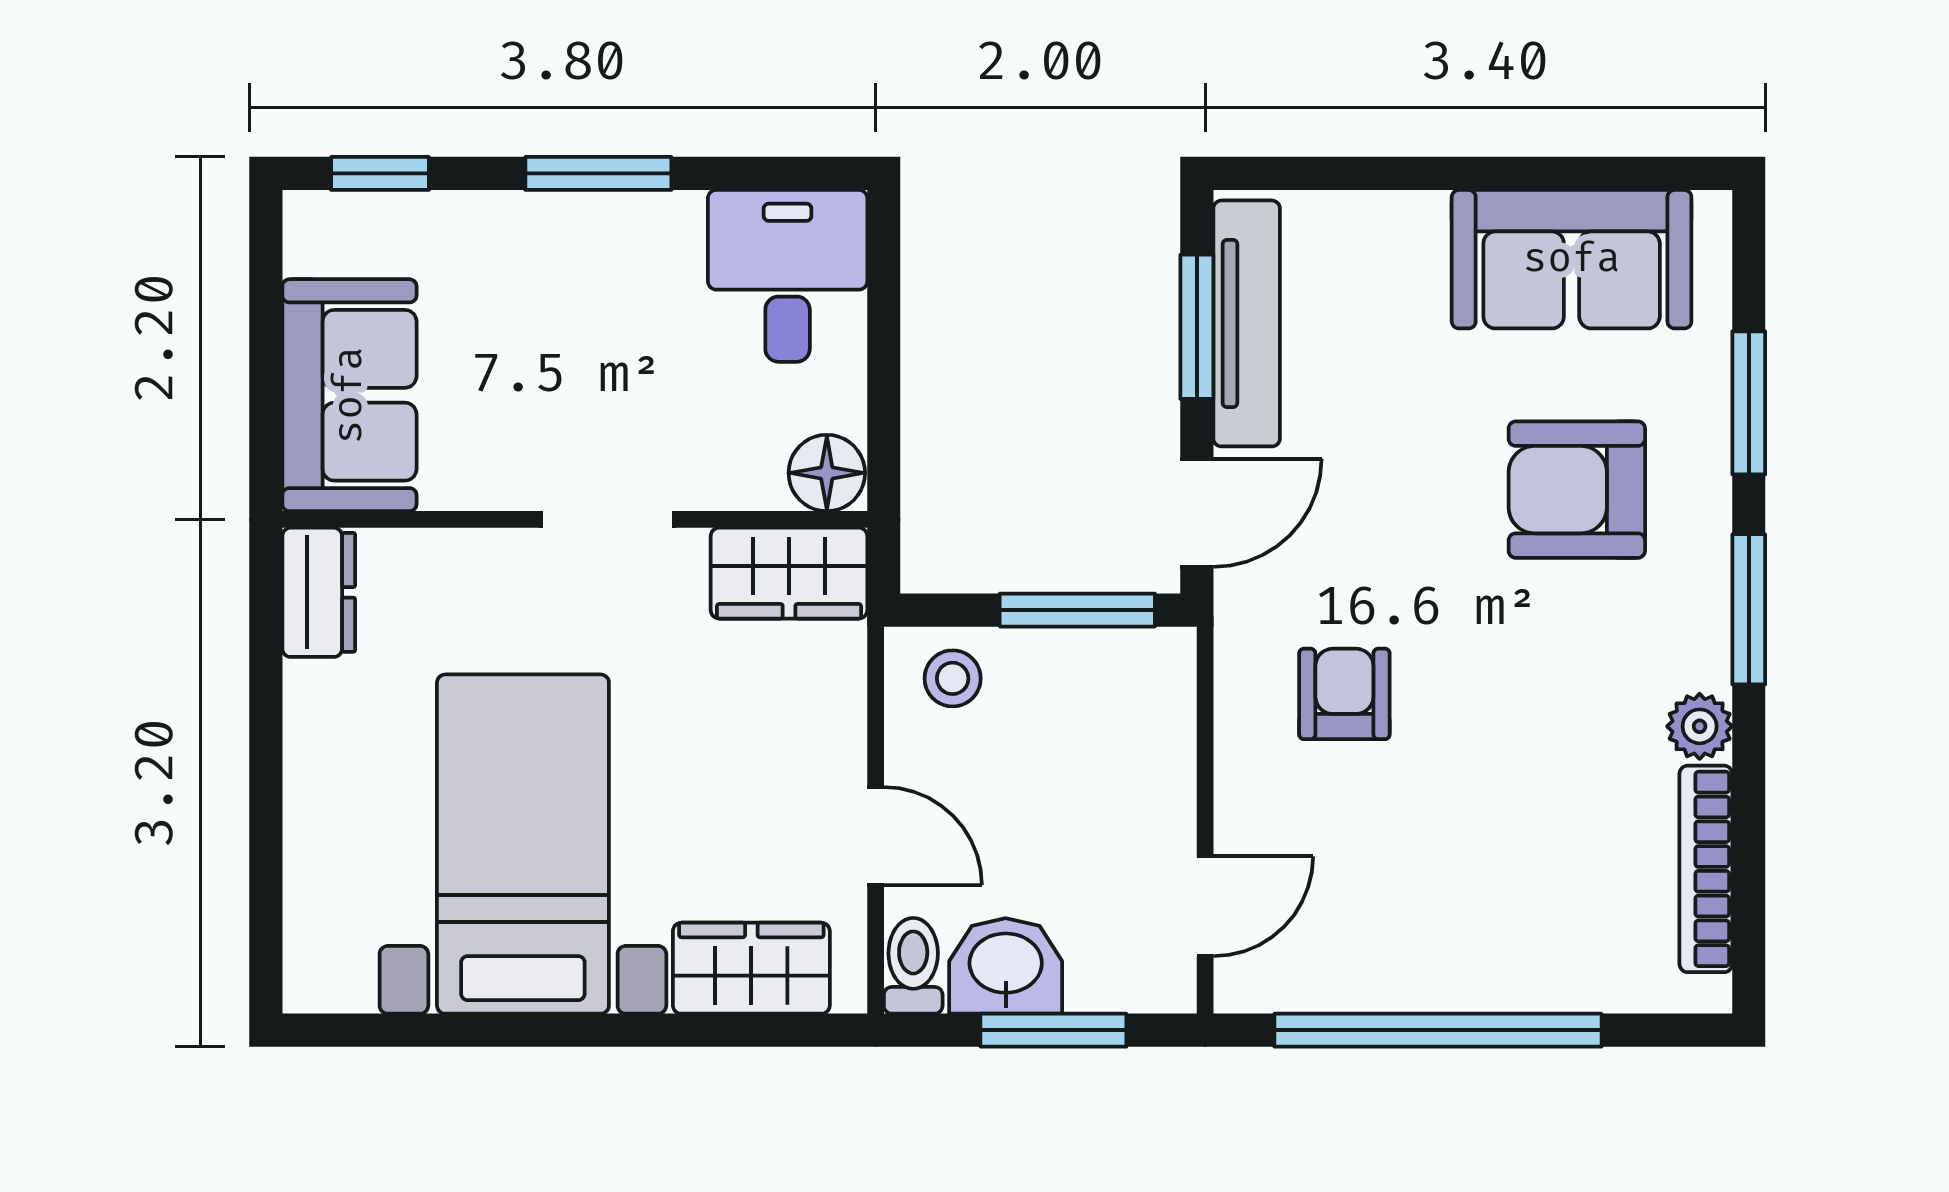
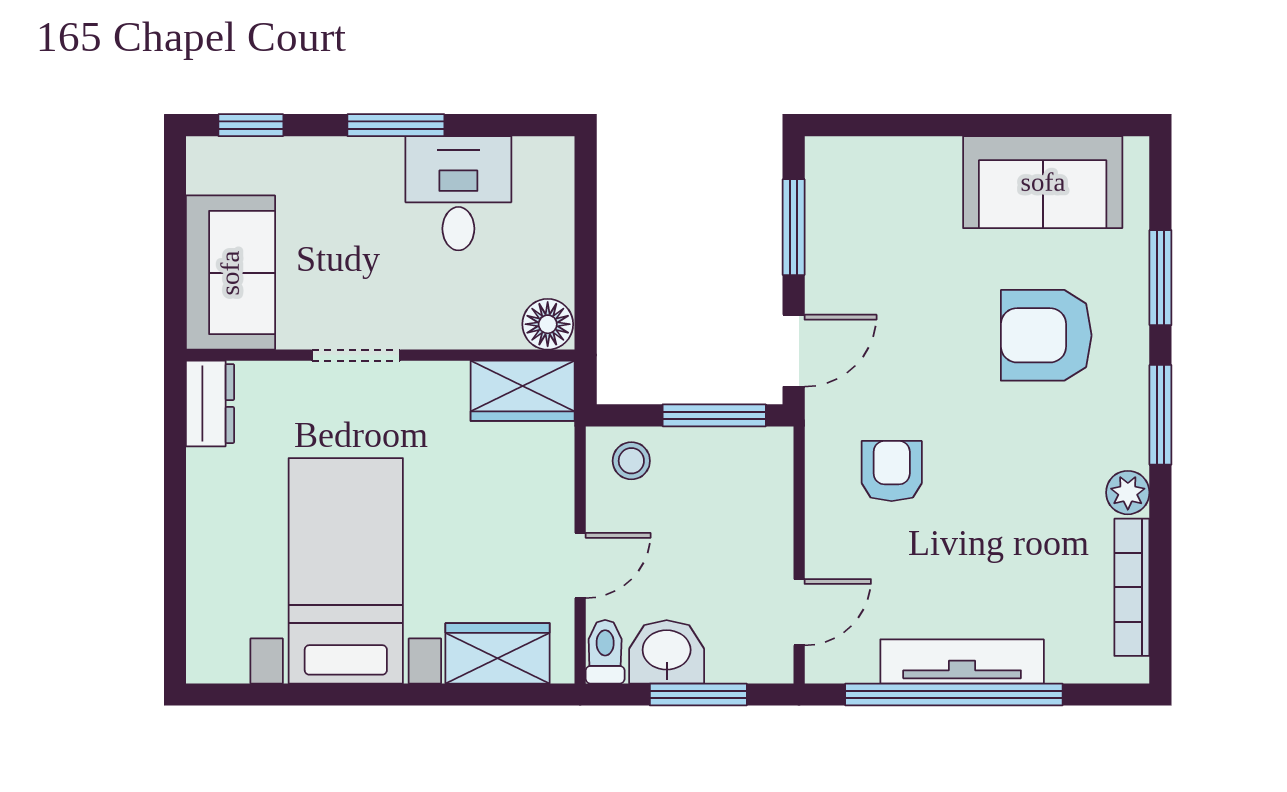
desk: (788, 276) -> (458, 193), moved
tv unit: (1247, 323) -> (962, 661), moved, turned -90
doorway: (607, 519) -> (356, 355), moved
door: (876, 836) -> (580, 566), hinge flipped

